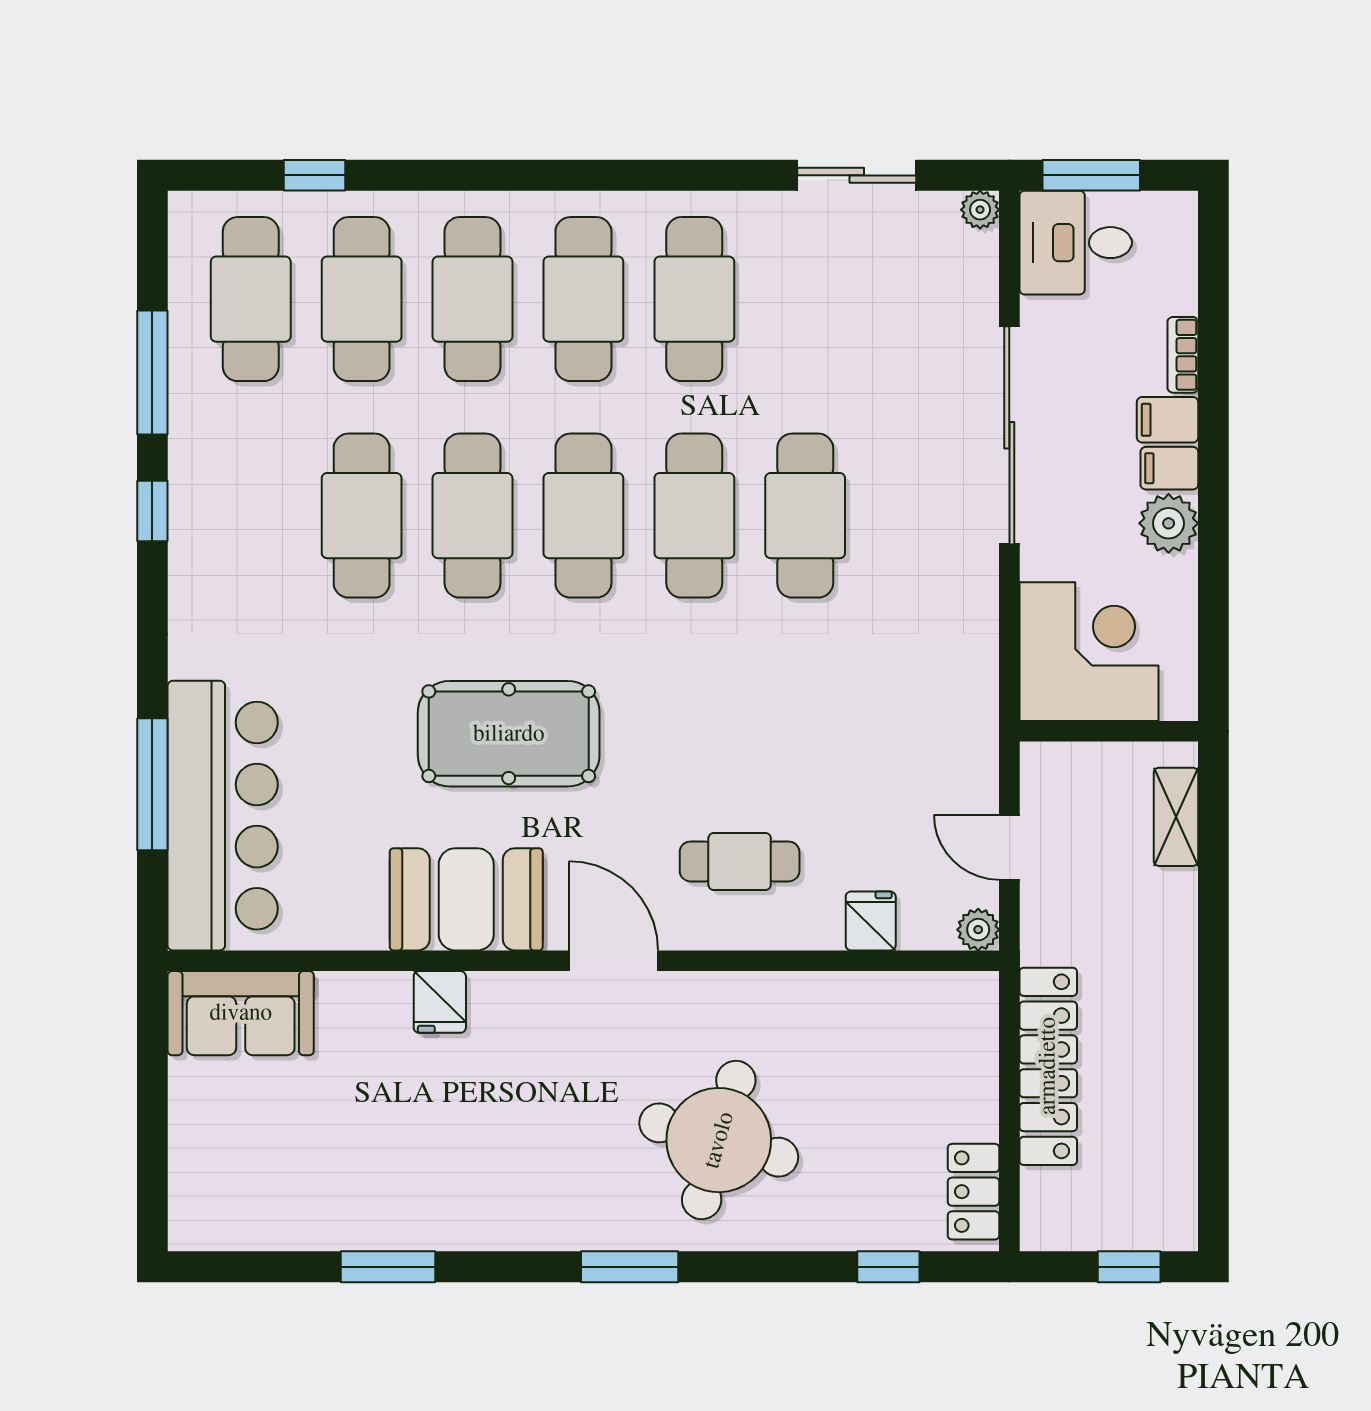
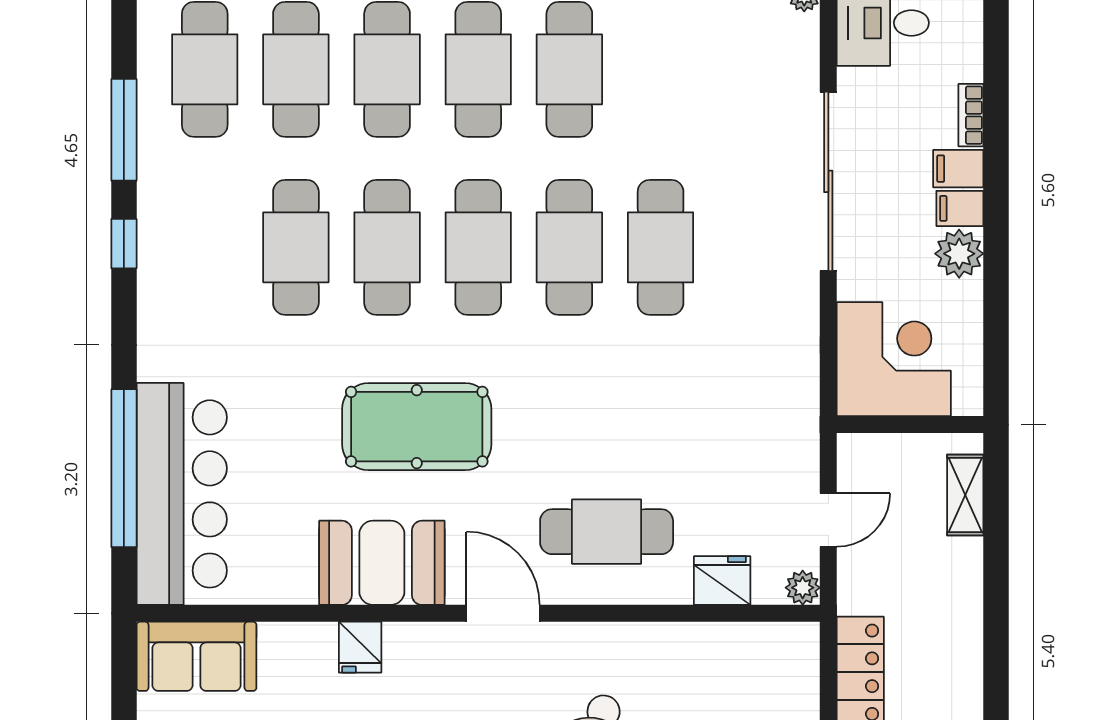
window: (152, 784) -> (124, 468), width x1.46
door: (1009, 847) -> (828, 520), swing flipped
cafe table: (740, 861) -> (607, 532), width x1.37, depth x1.35
fridge: (871, 921) -> (722, 581), width x1.38

